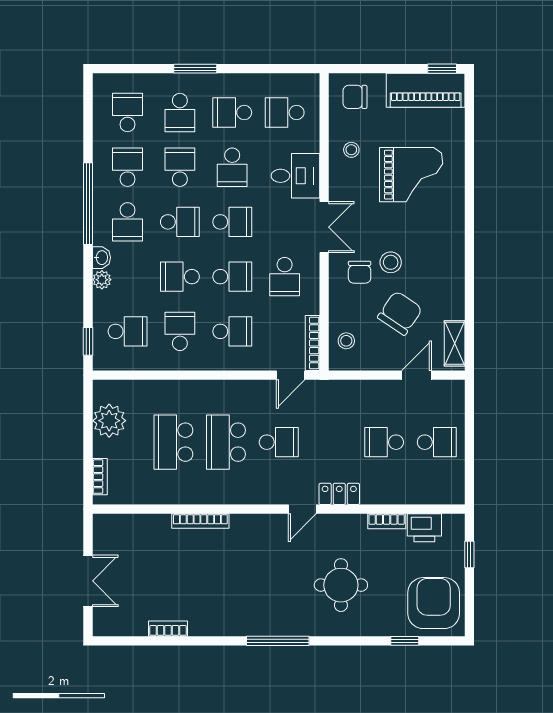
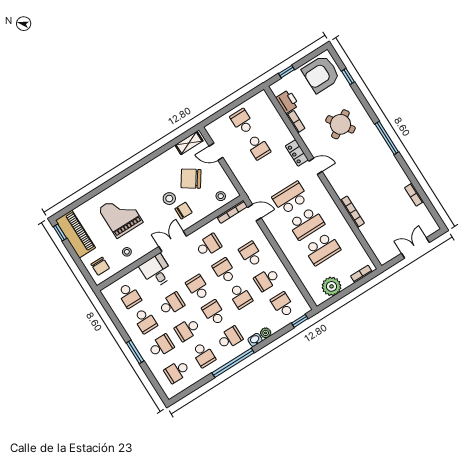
school desk: (128, 167) -> (203, 355), turned -90
school desk: (279, 442) -> (290, 198), width x1.85
round table: (341, 585) -> (340, 124), turned -34

